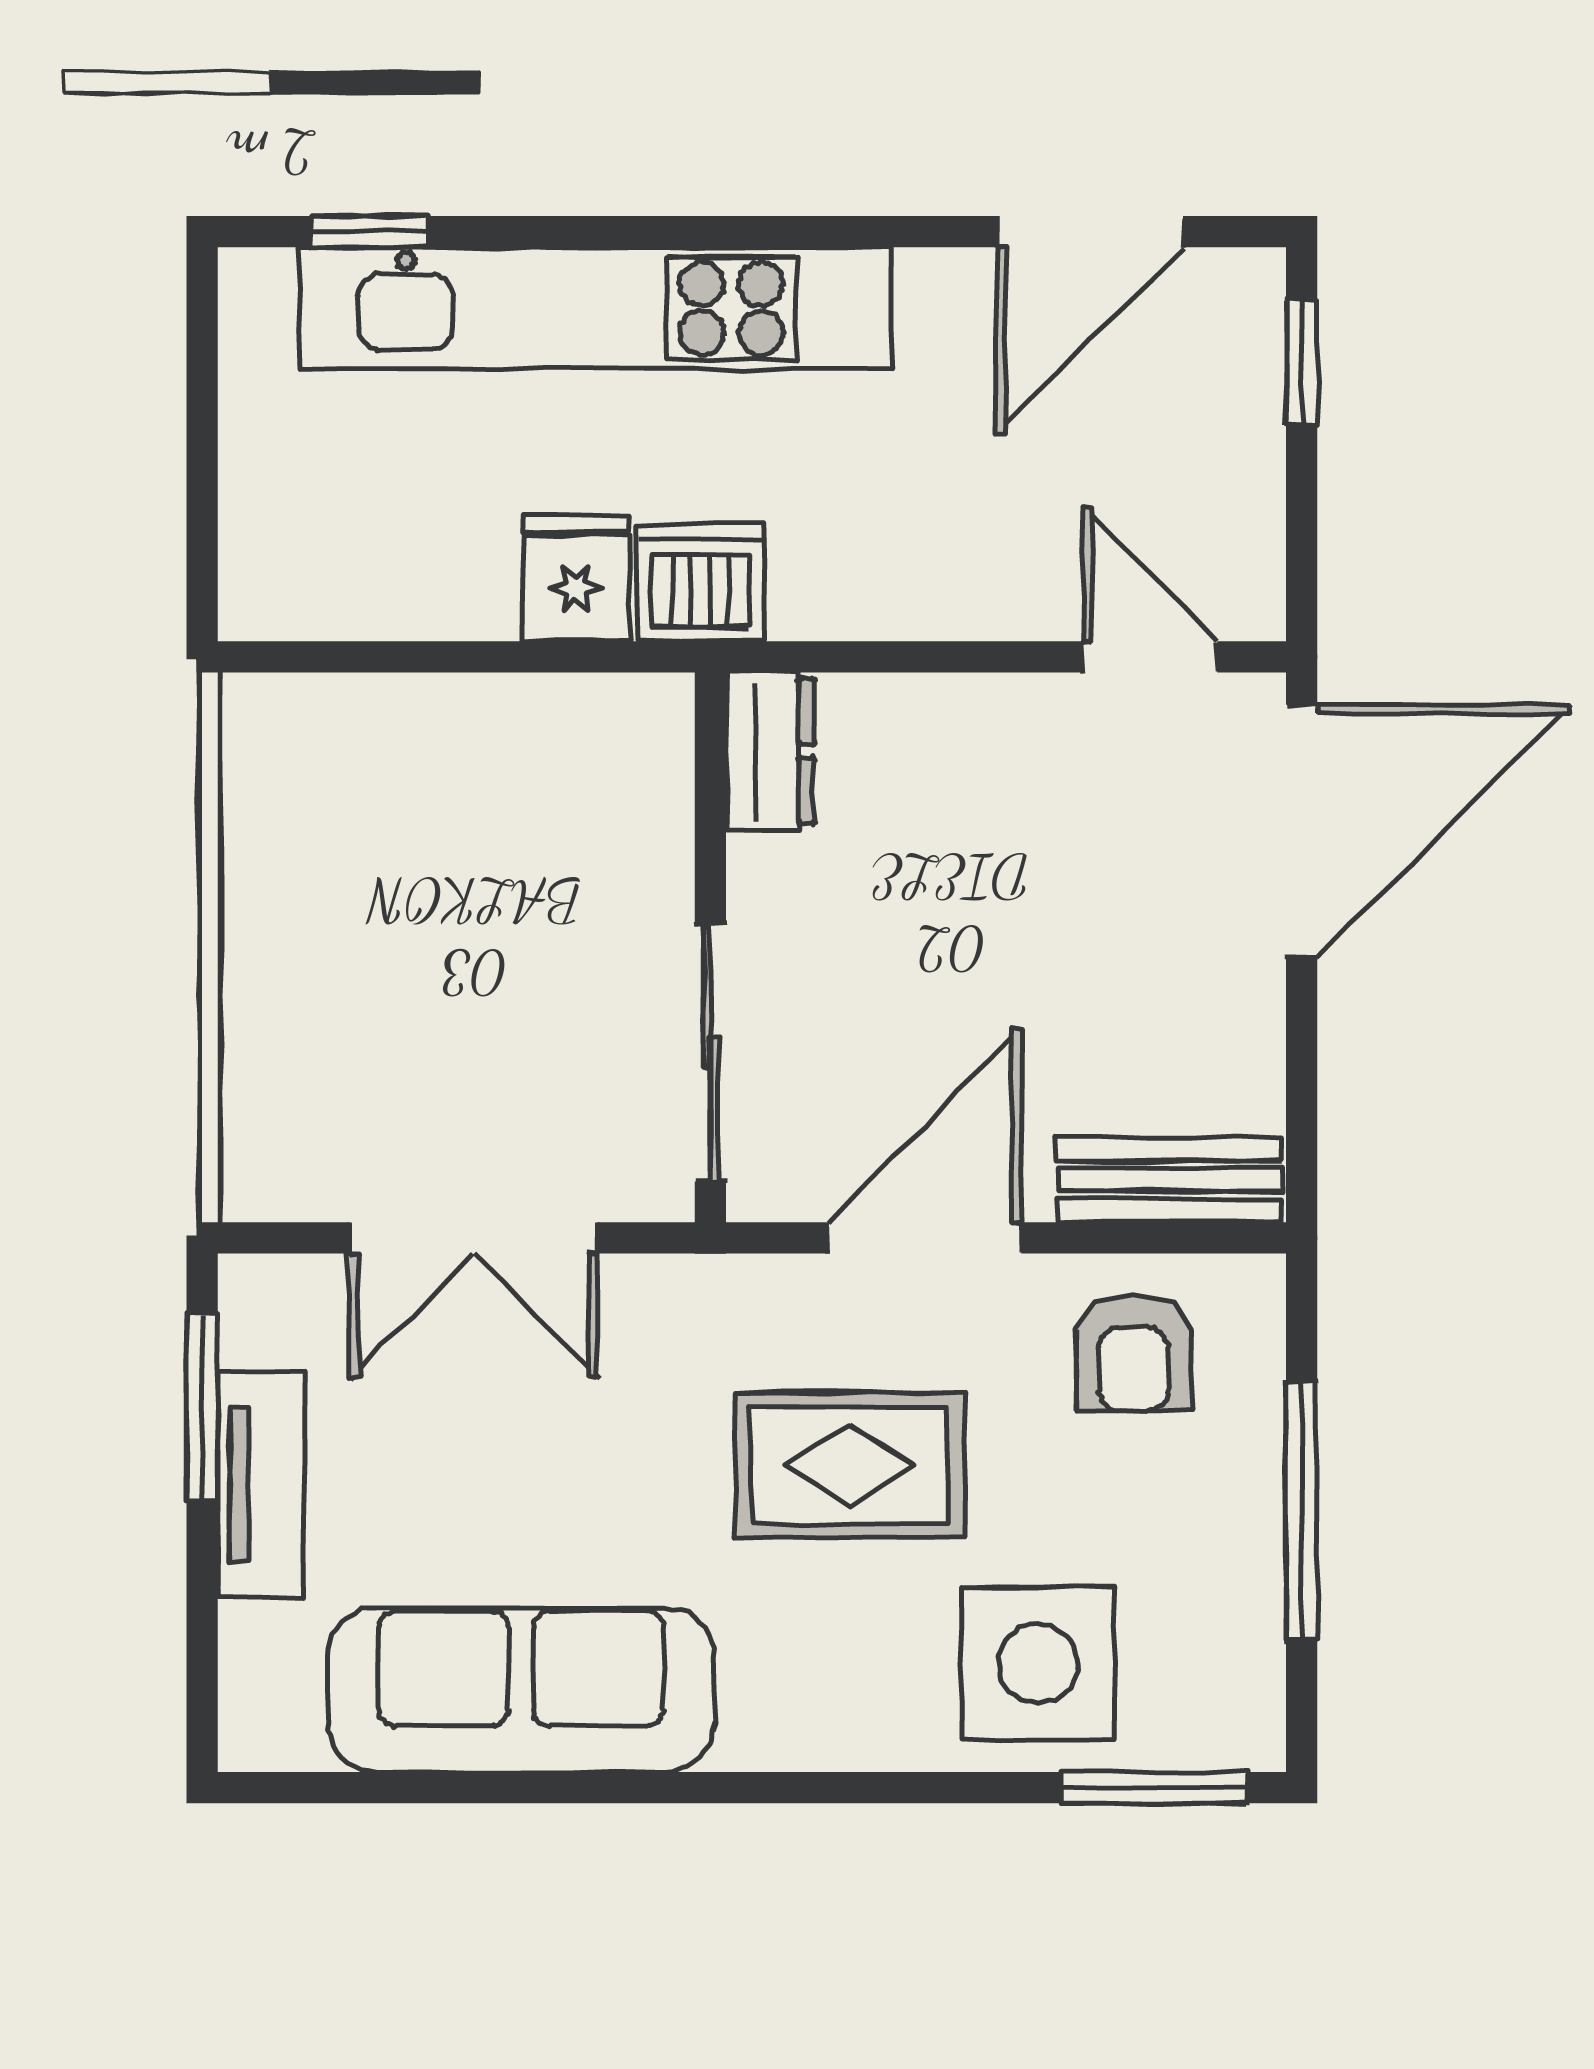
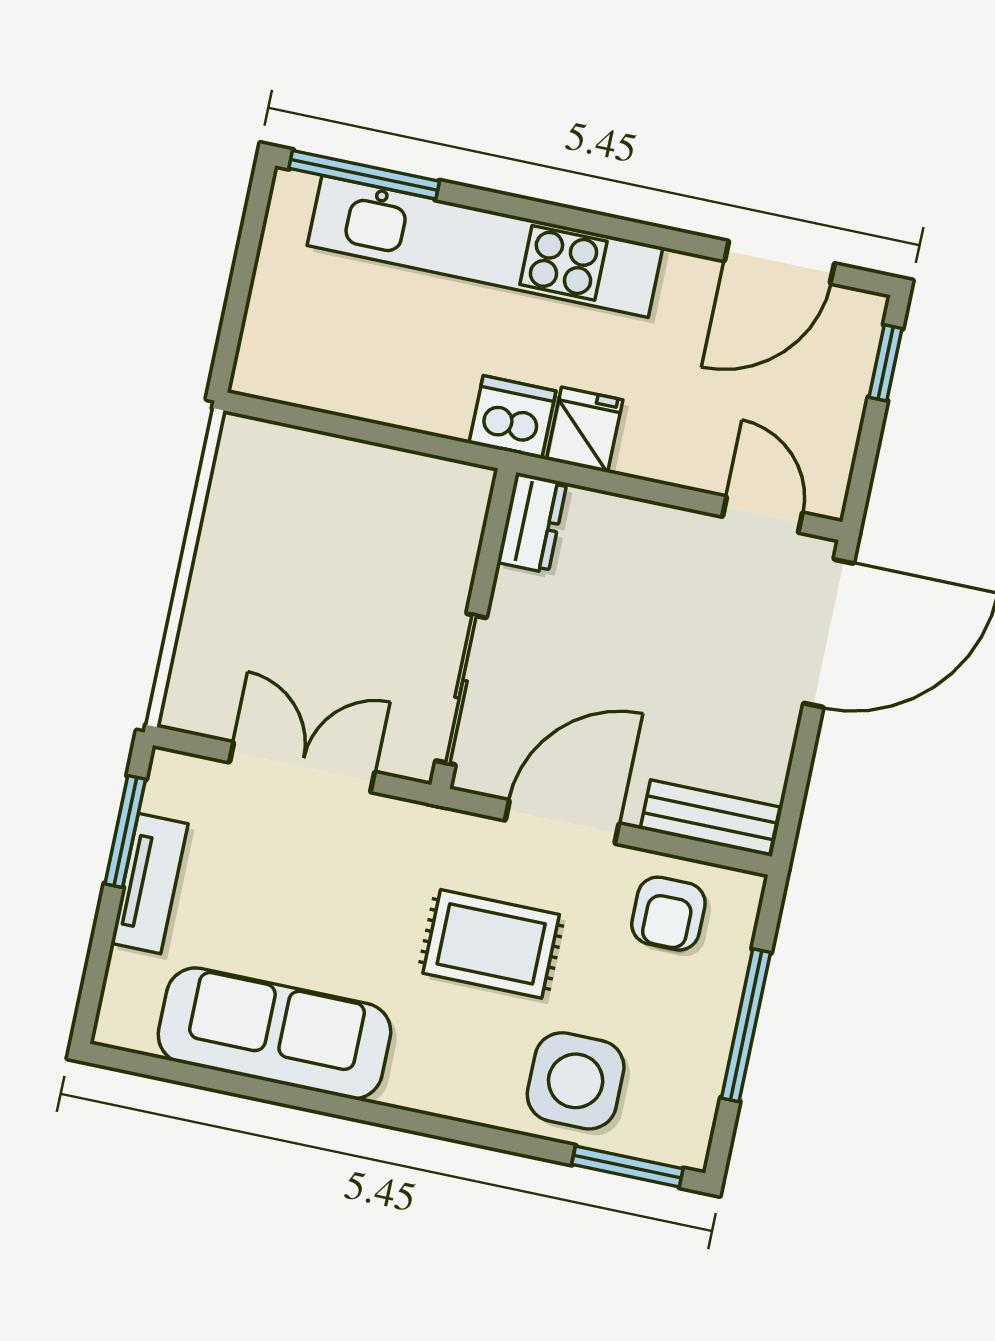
window: (369, 232) -> (364, 175), width x2.17
fridge: (576, 578) -> (585, 430), moved
double door: (473, 1238) -> (302, 767), swing flipped

